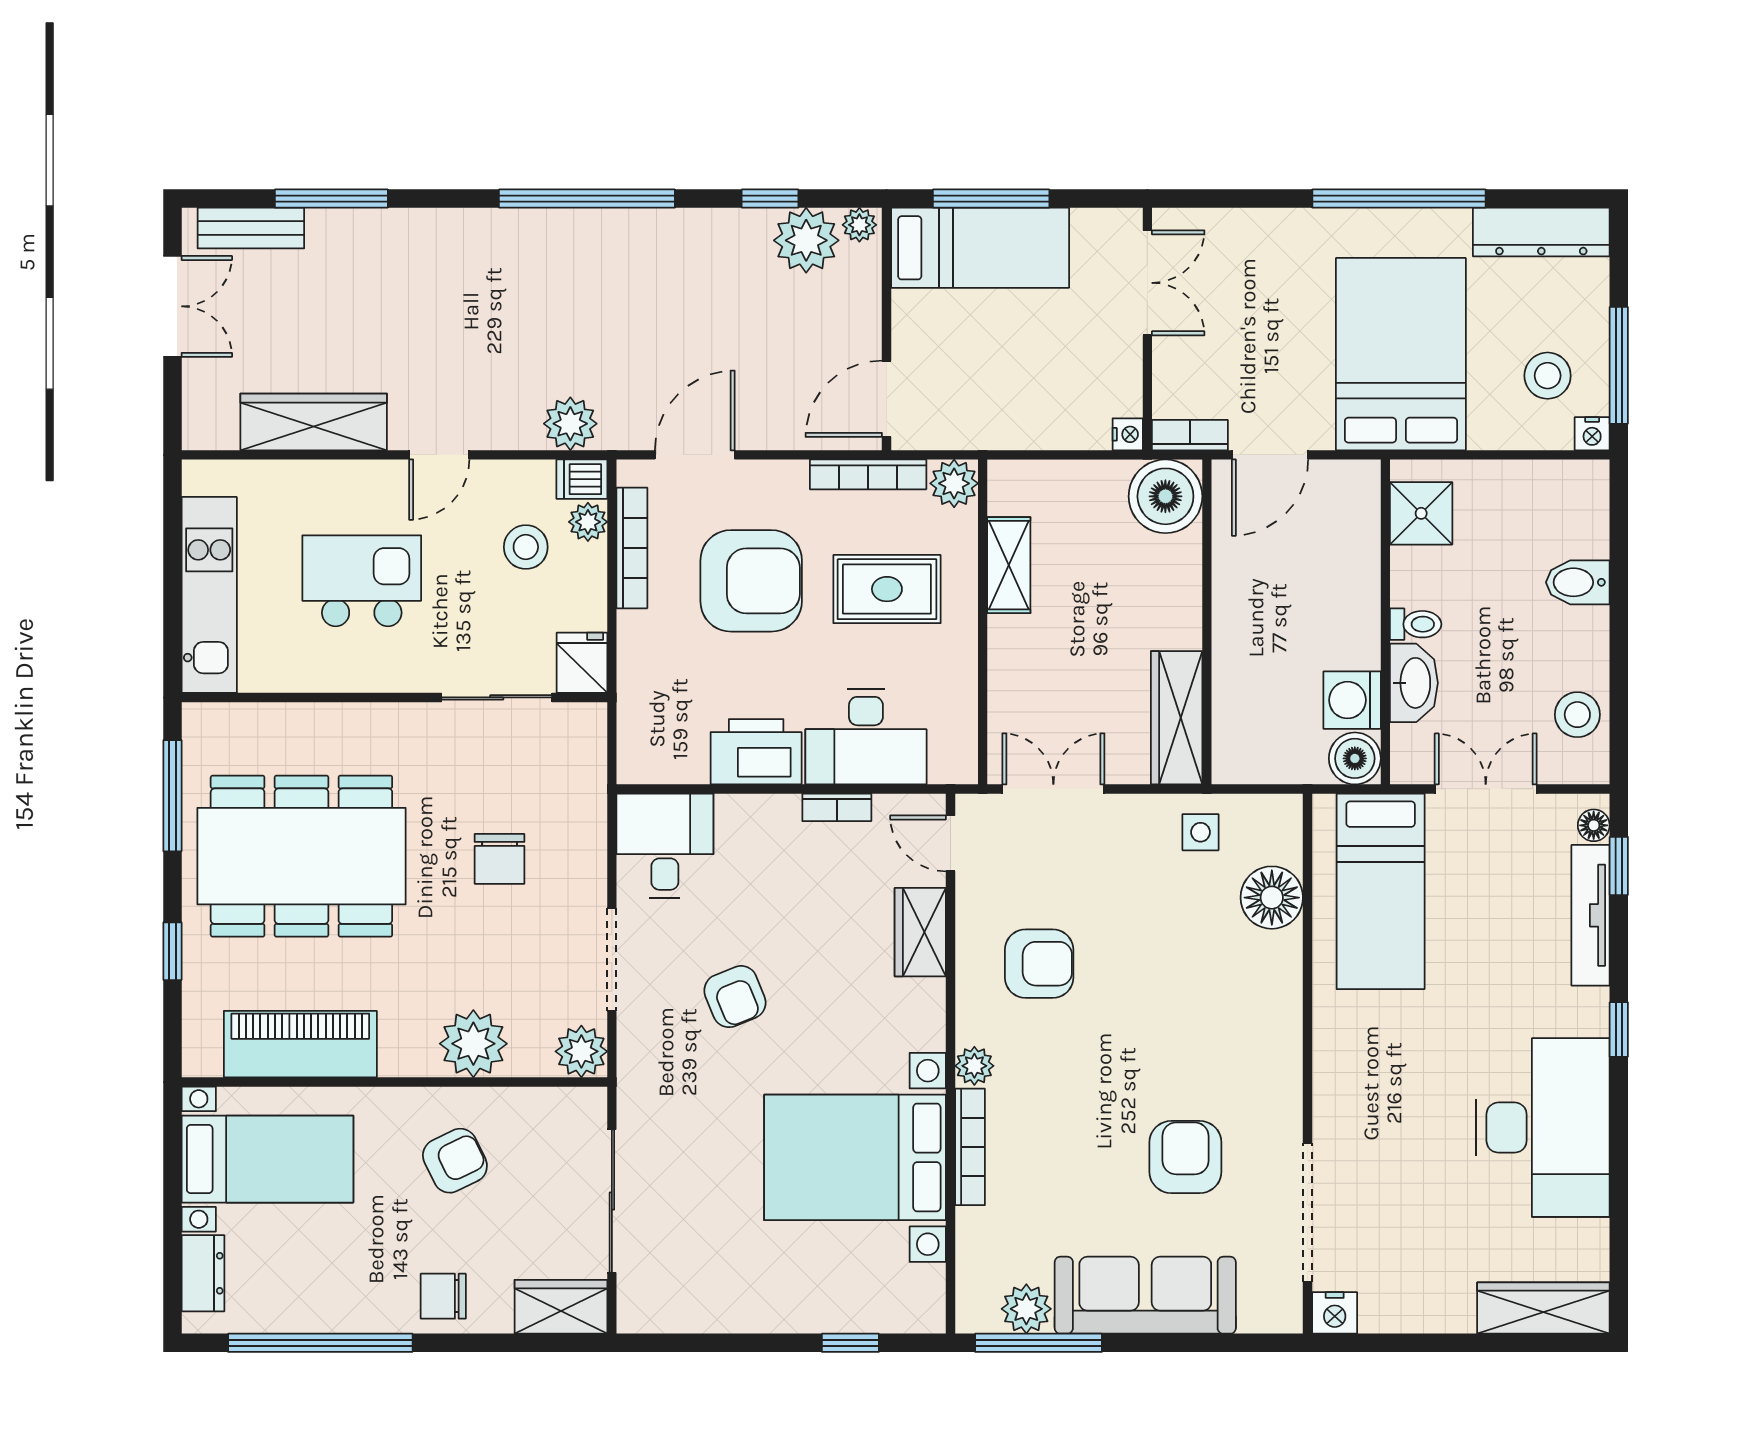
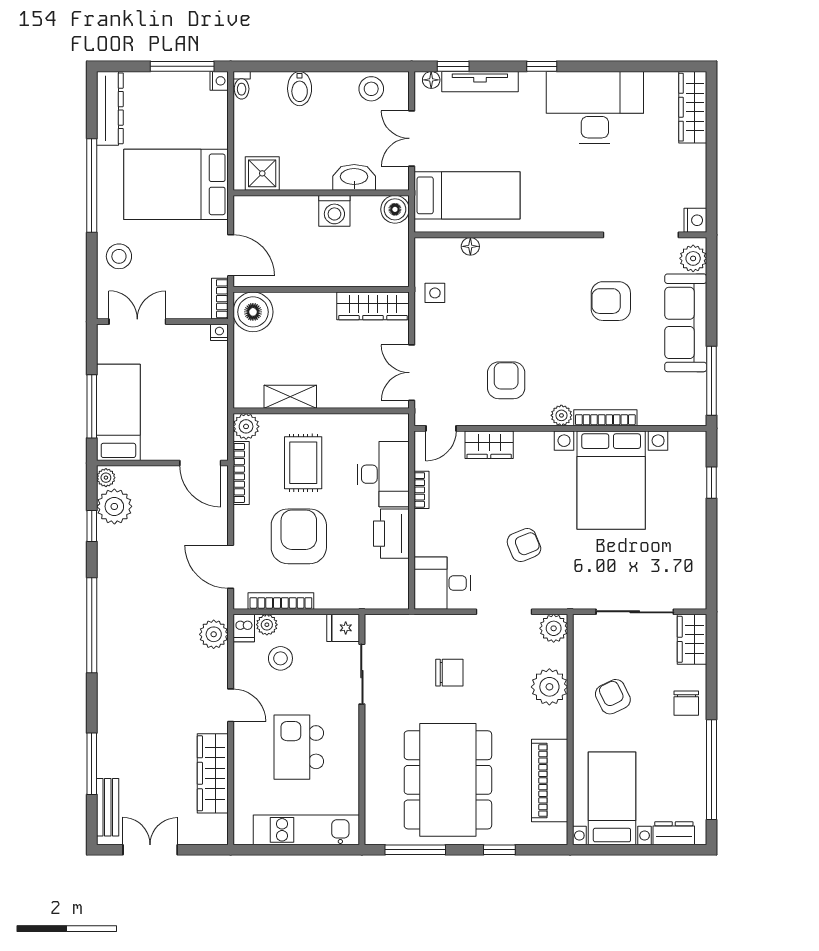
stool: (1548, 376) -> (119, 256), moved
toilet: (1416, 624) -> (242, 85), moved, turned 180
washing machine: (1352, 700) -> (334, 211), moved
floor lamp: (1272, 898) -> (470, 246), width x0.53, depth x0.53
plant: (1026, 1309) -> (693, 258), moved

